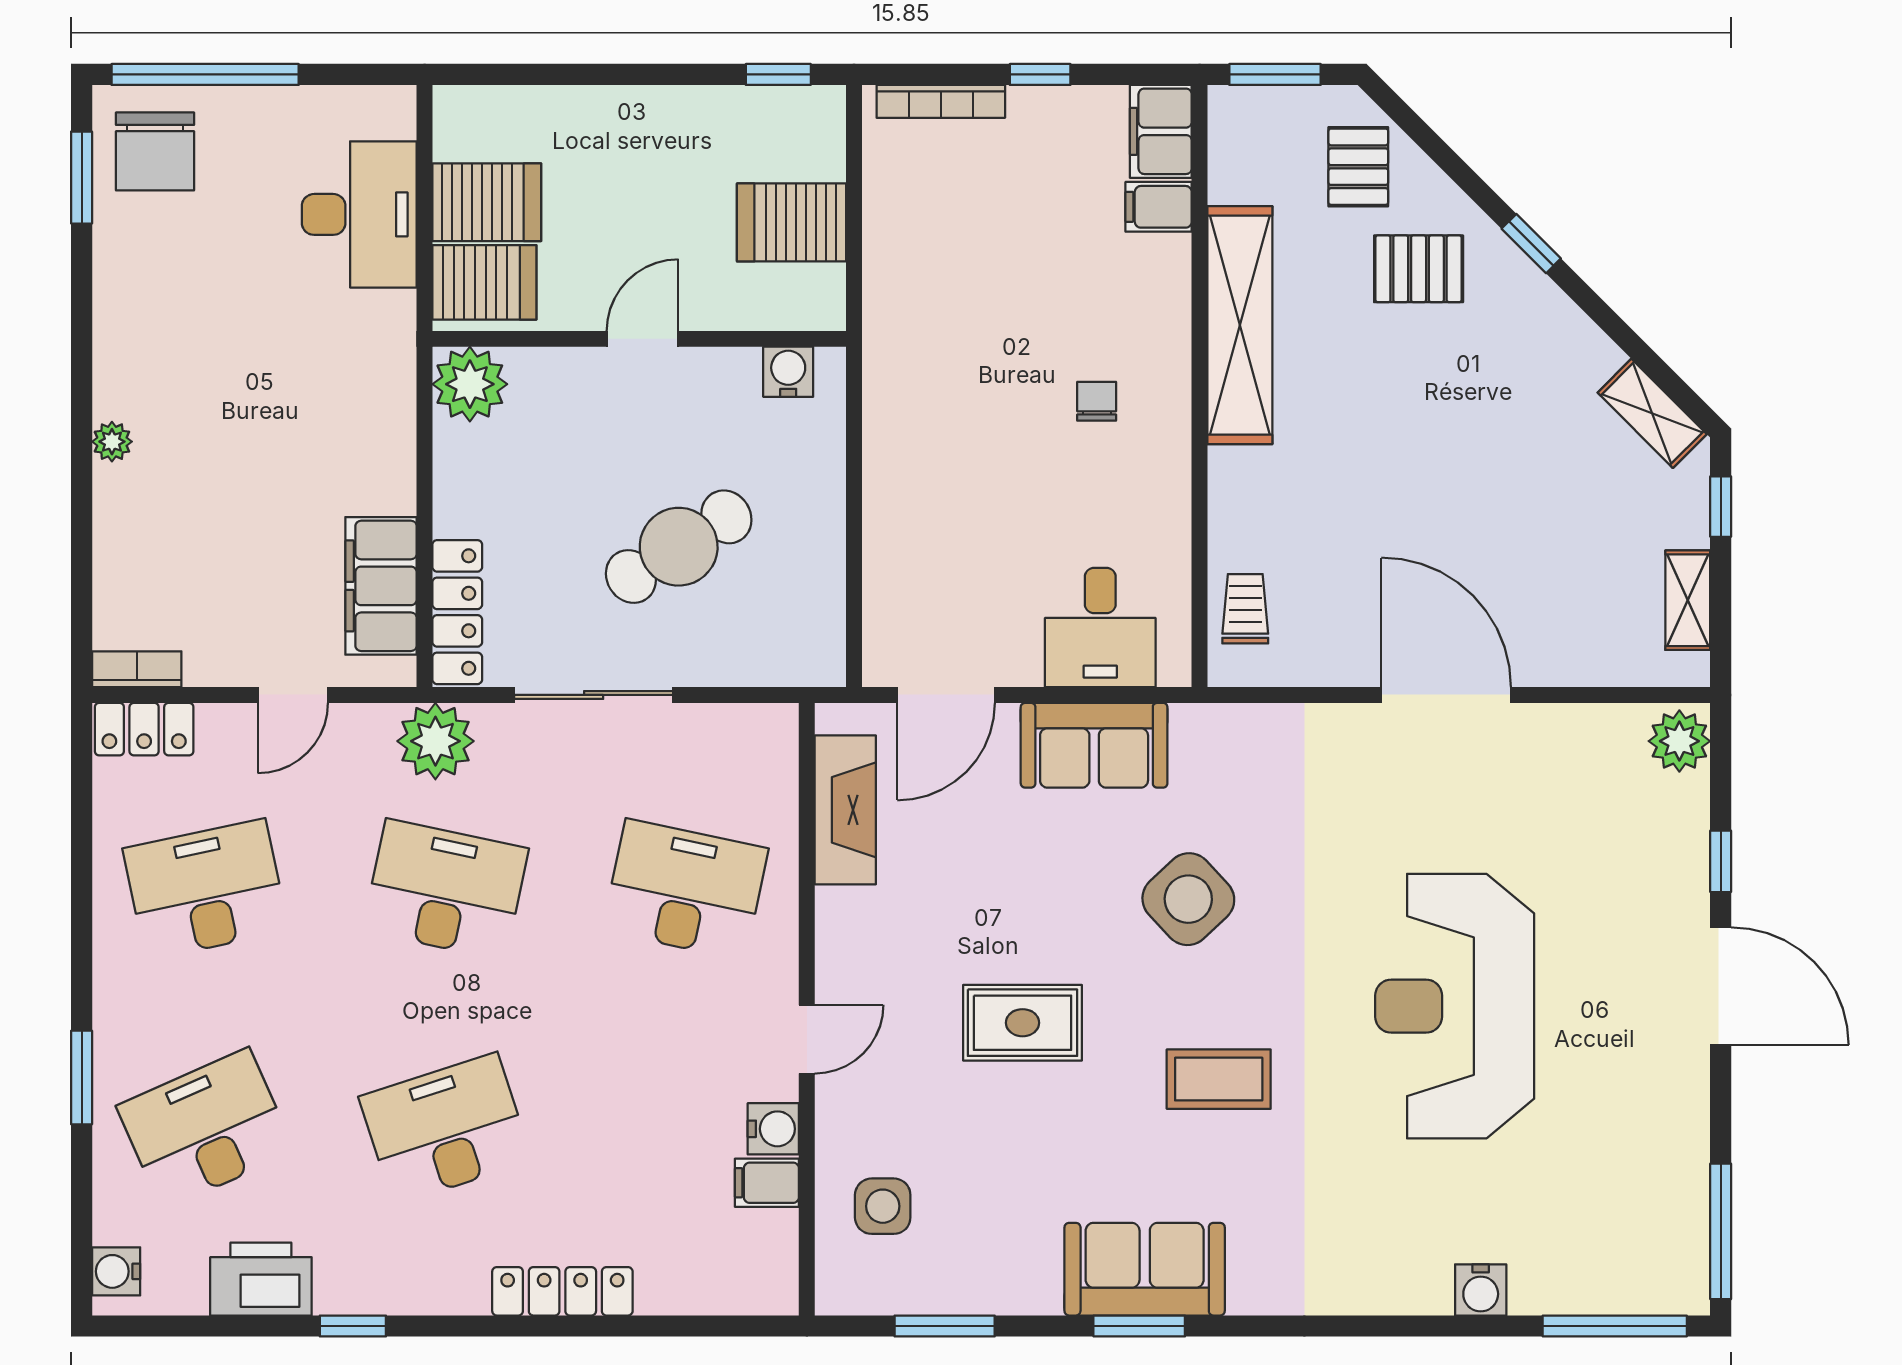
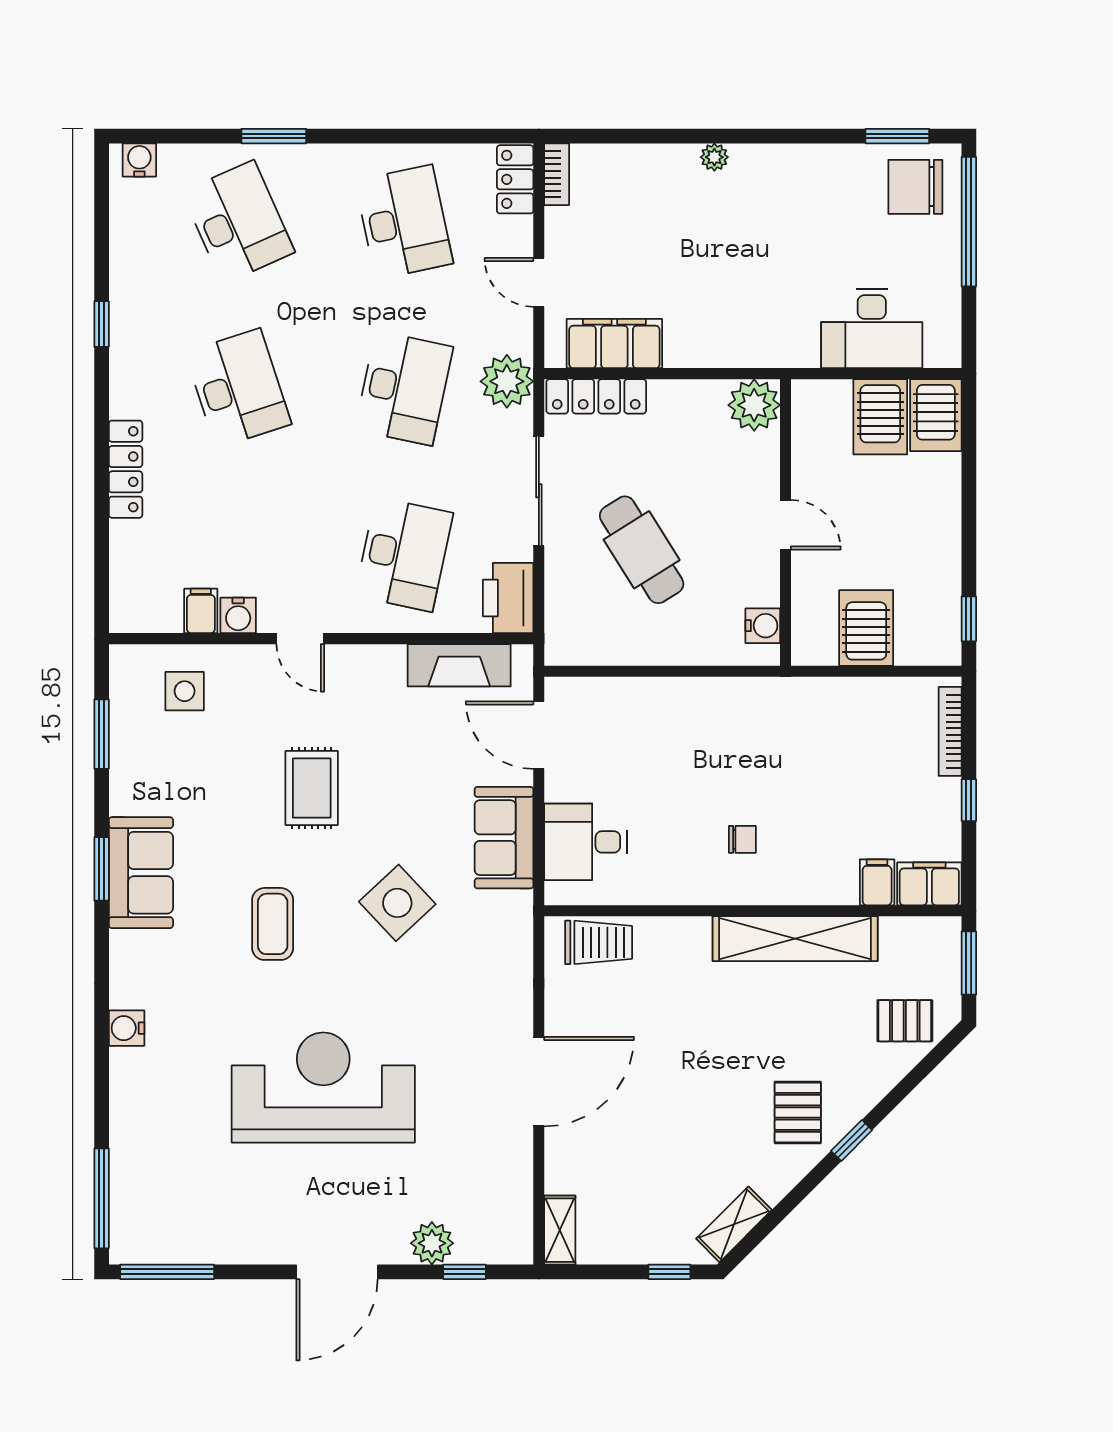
pallet: (1419, 269) -> (798, 1112), moved
server rack: (484, 282) -> (936, 415), moved
shelving: (1688, 600) -> (560, 1230), moved, turned 90
trolley: (1245, 609) -> (599, 942), width x1.36, depth x1.39
plant: (1679, 741) -> (432, 1243), moved
window: (1721, 861) -> (464, 1272), moved
printer: (261, 1279) -> (508, 598), moved, turned 180
water cooler: (1481, 1290) -> (127, 1028), moved

